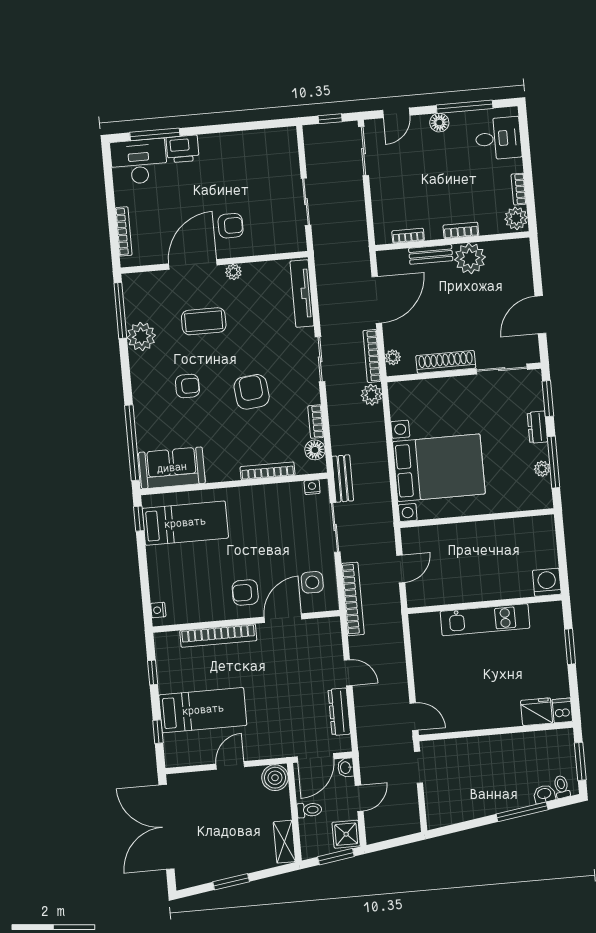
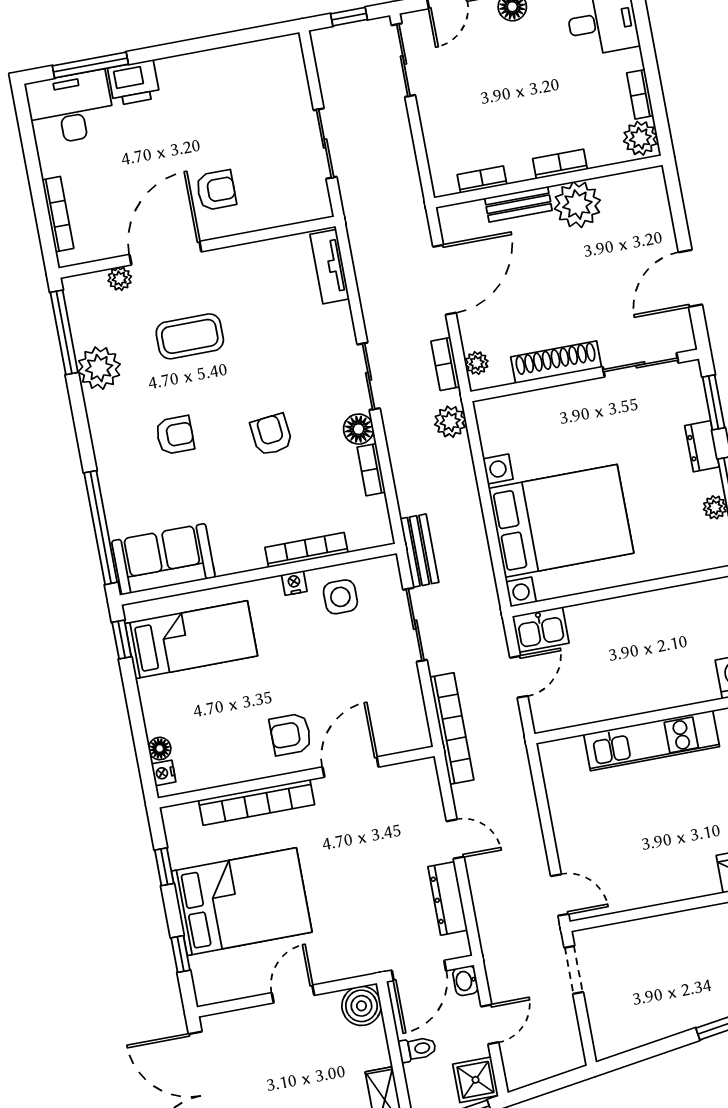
plant: (233, 272) -> (120, 279), moved
tv unit: (302, 293) -> (330, 267), width x0.71
bookcase: (372, 356) -> (445, 364), width x0.64
armchair: (252, 392) -> (271, 435), width x0.72, depth x0.72
floor lamp: (315, 450) -> (359, 429), moved
nightstand: (312, 487) -> (294, 583), moved
kitchen sink: (418, 539) -> (541, 630), added
side table: (312, 582) -> (340, 597), moved
floor lamp: (157, 594) -> (160, 749), added
bed: (203, 710) -> (242, 902), width x1.50

